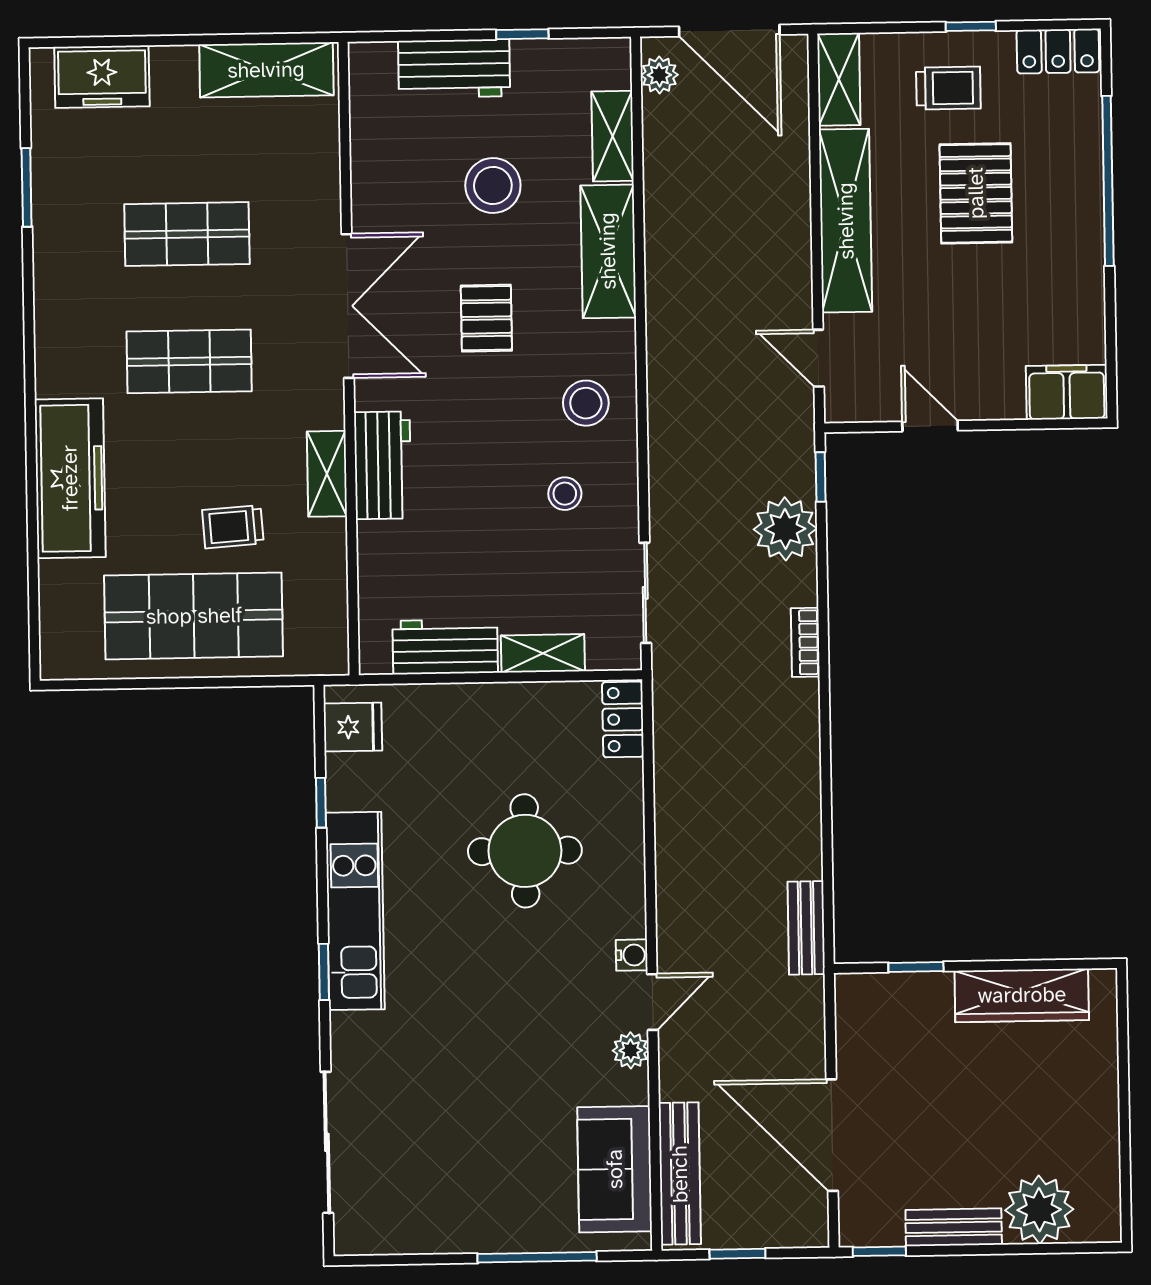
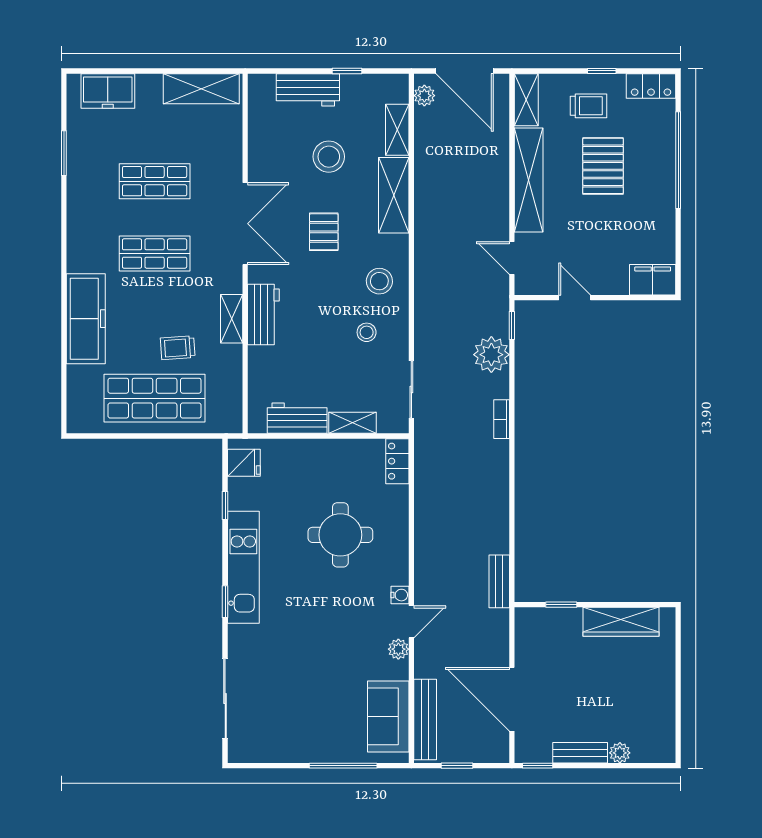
plant: (1039, 1210) -> (620, 753), width x0.53, depth x0.53

